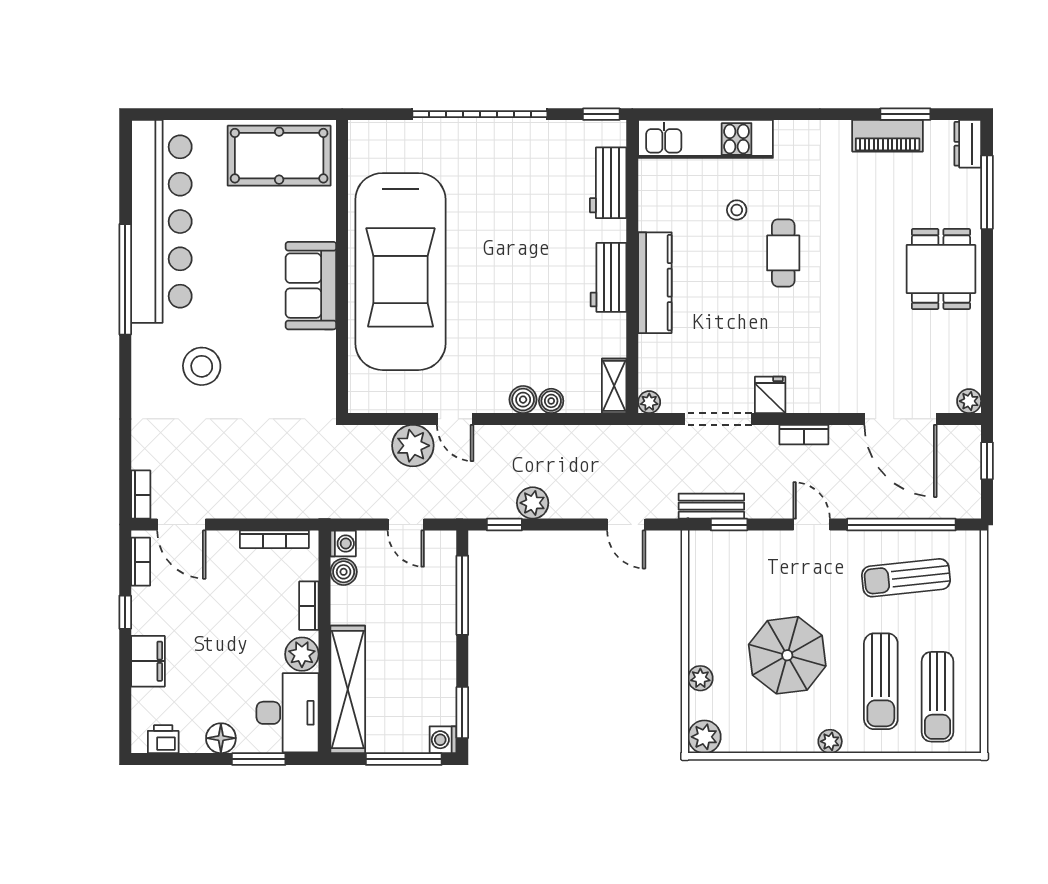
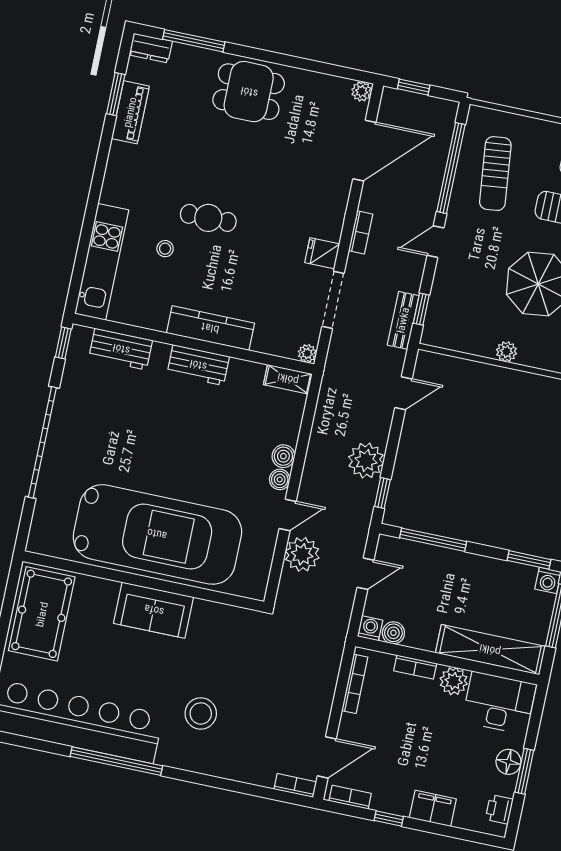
boiler: (551, 401) -> (280, 479), moved
plant: (533, 503) -> (366, 460), width x1.36, depth x1.36
plant: (700, 678) -> (506, 352), moved
window: (259, 759) -> (524, 771), moved

